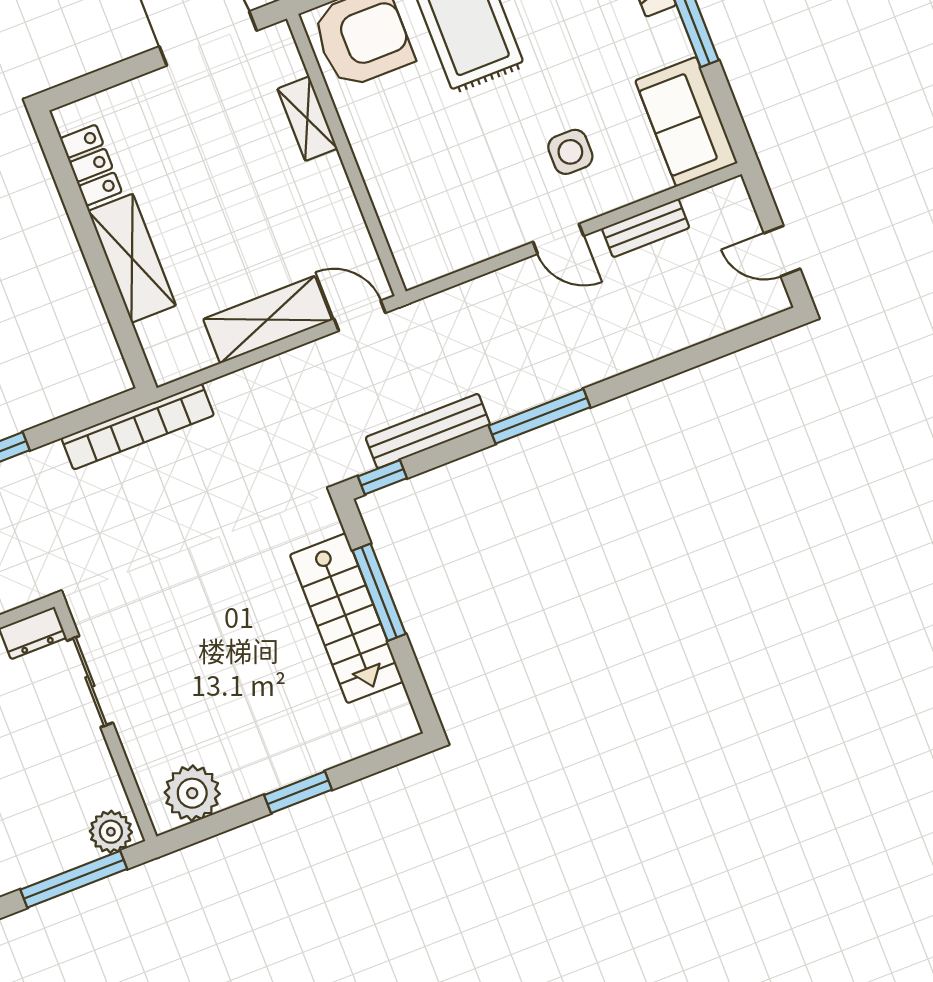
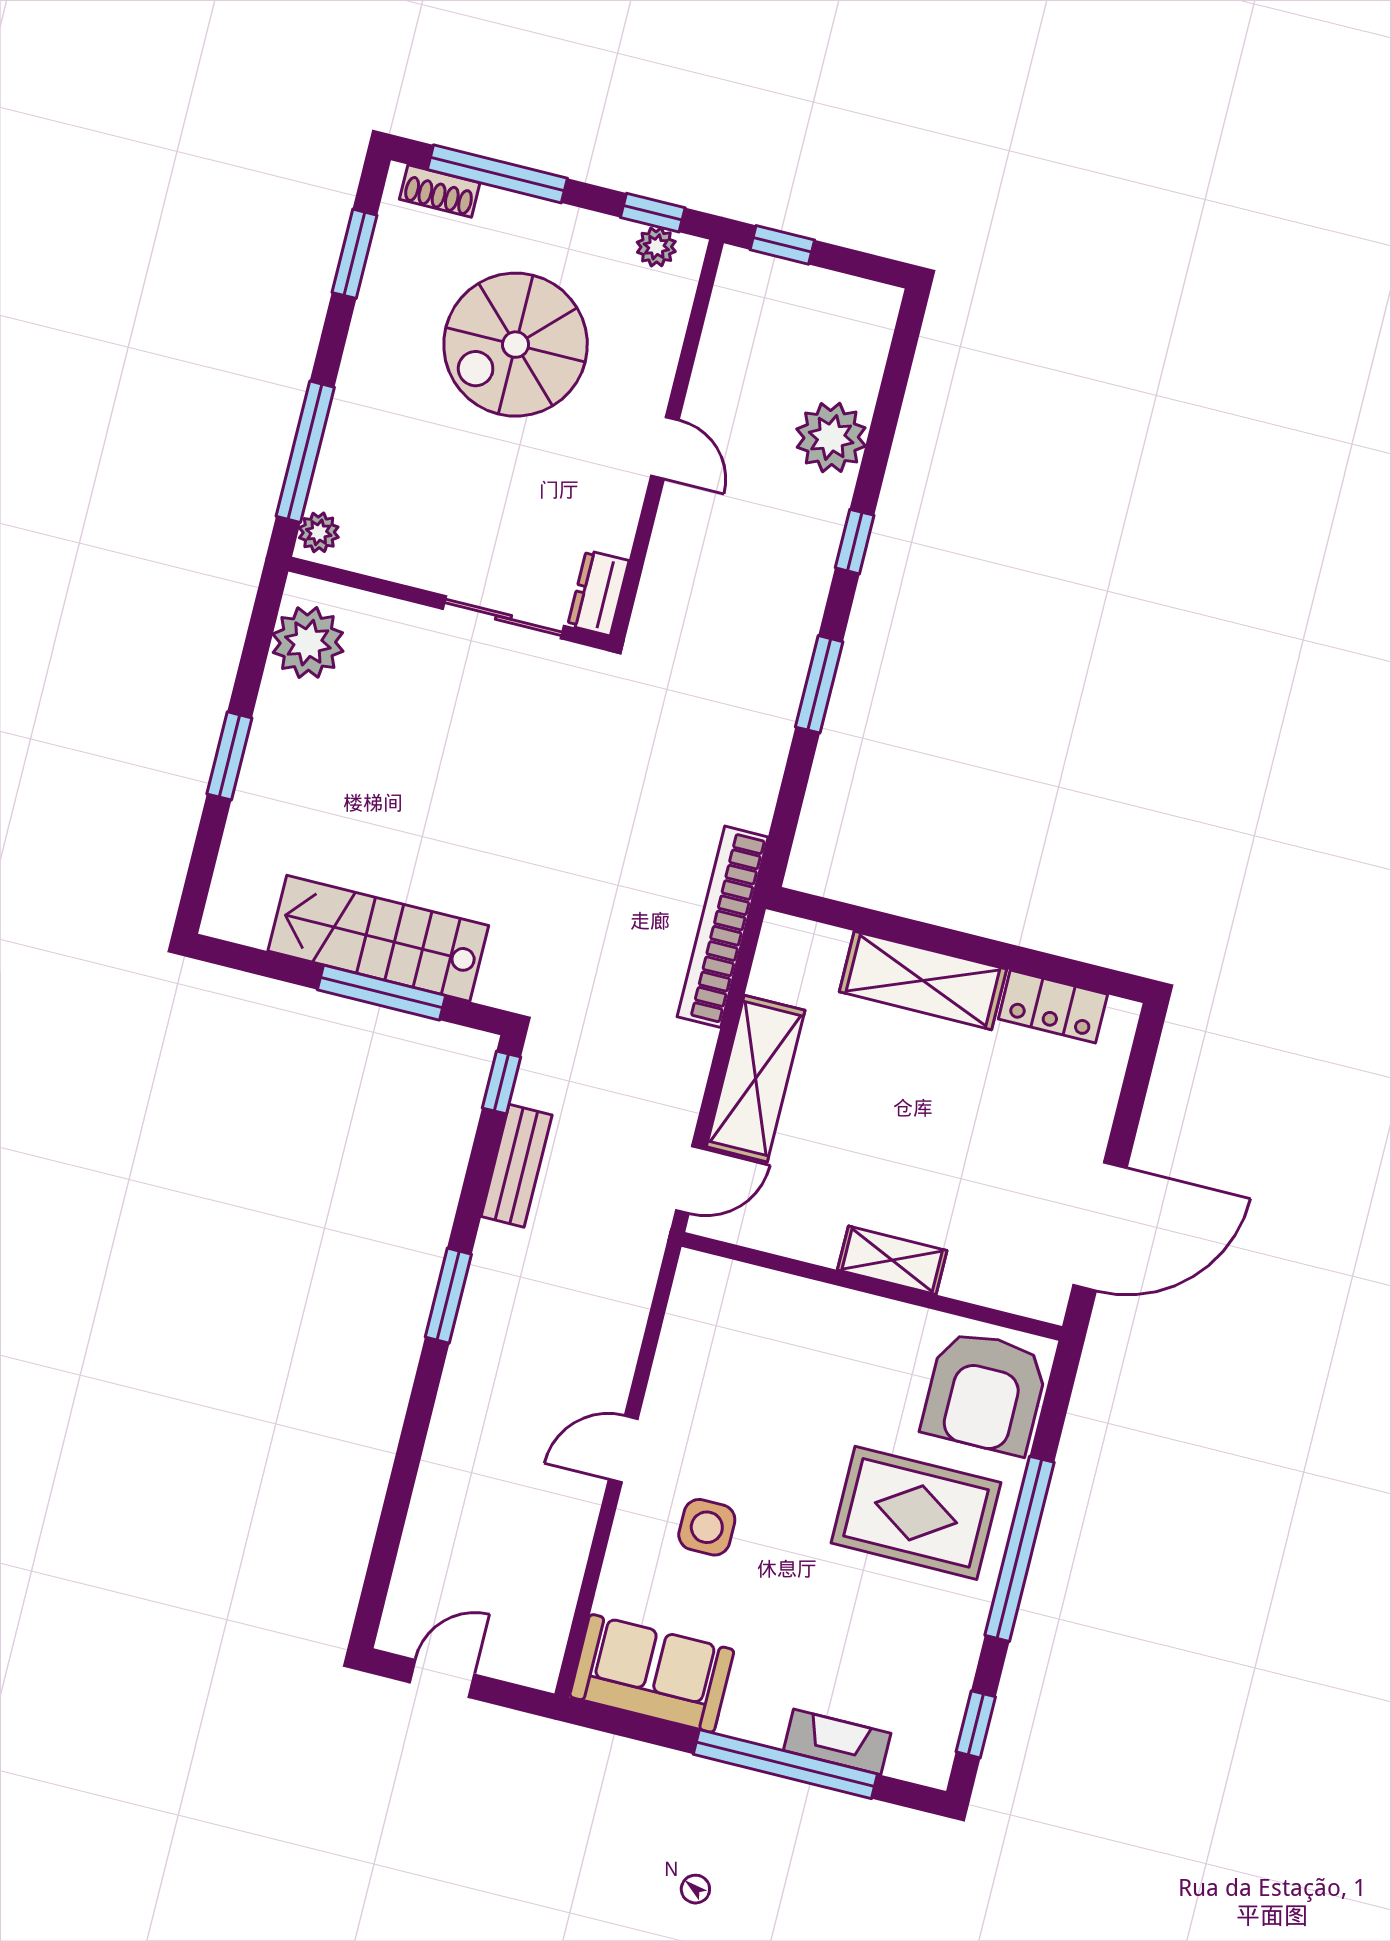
shelving: (307, 119) -> (892, 1260), moved
bench: (646, 228) -> (569, 1550), removed
window: (539, 416) -> (448, 1296), width x0.69
bookcase: (138, 427) -> (723, 927), moved
bench: (428, 431) -> (517, 1166), width x0.73
plant: (111, 832) -> (319, 532), width x0.73, depth x0.73

